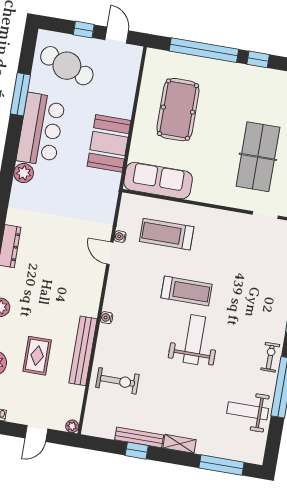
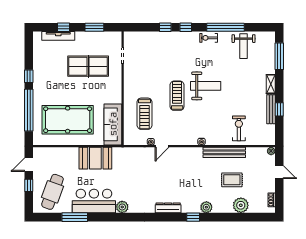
pool table: (178, 110) -> (68, 120), width x1.36, depth x1.32
weight bench: (194, 340) -> (206, 86), turned 180

